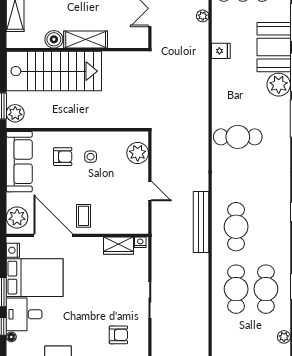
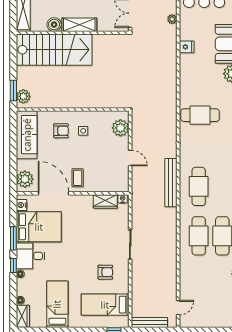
boiler: (54, 39) -> (54, 25), moved
shelving: (86, 40) -> (79, 25), moved
wall: (77, 50) -> (73, 33), moved
stairs: (54, 71) -> (54, 50), moved

